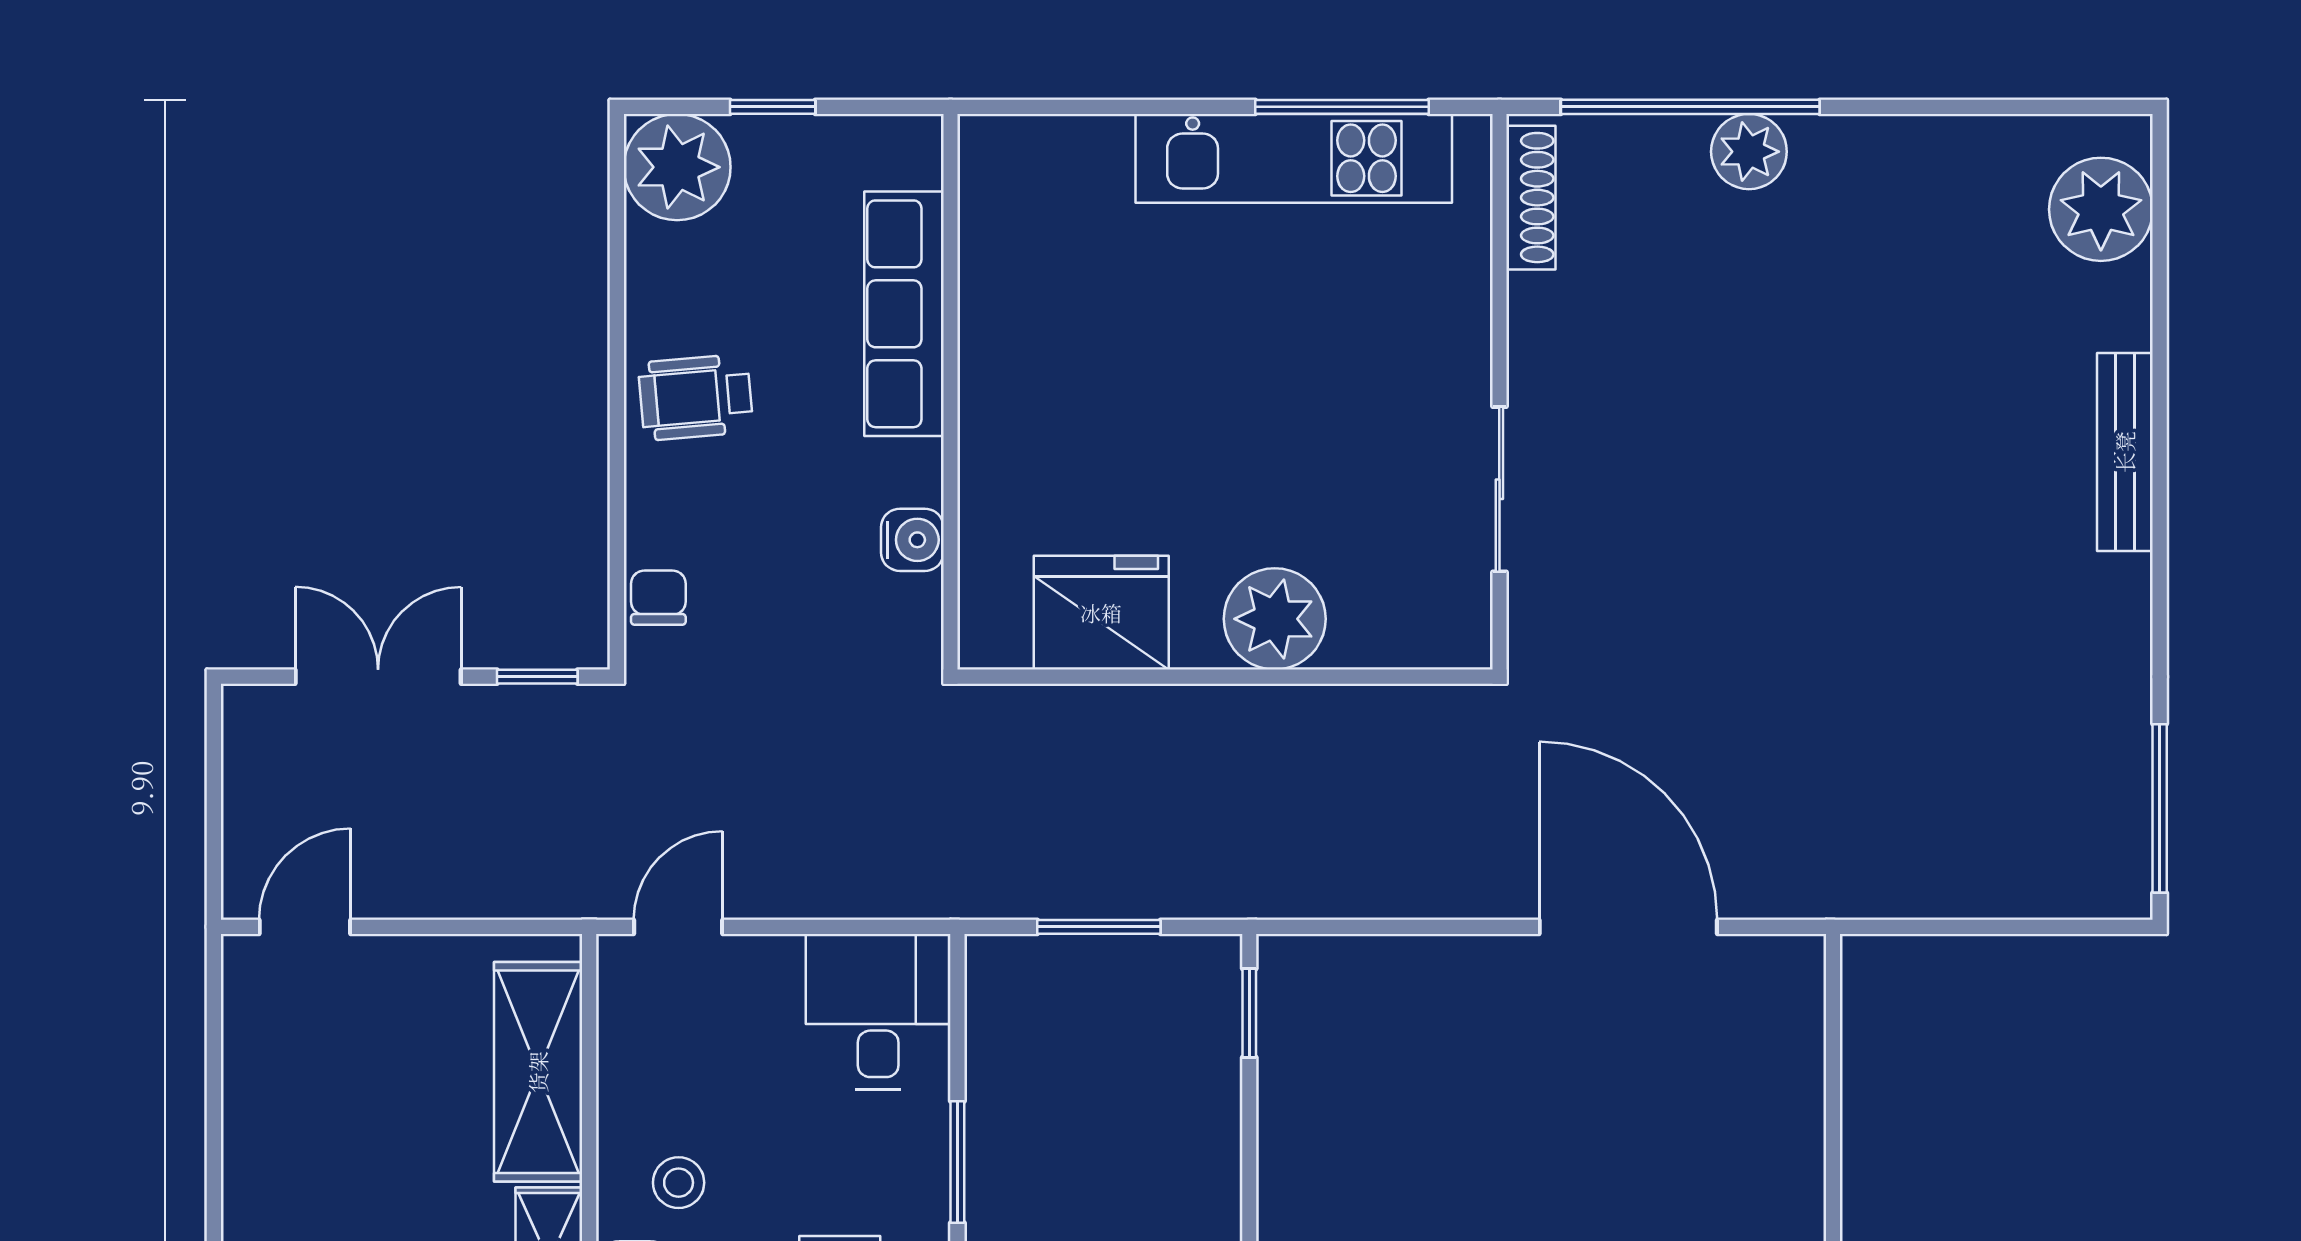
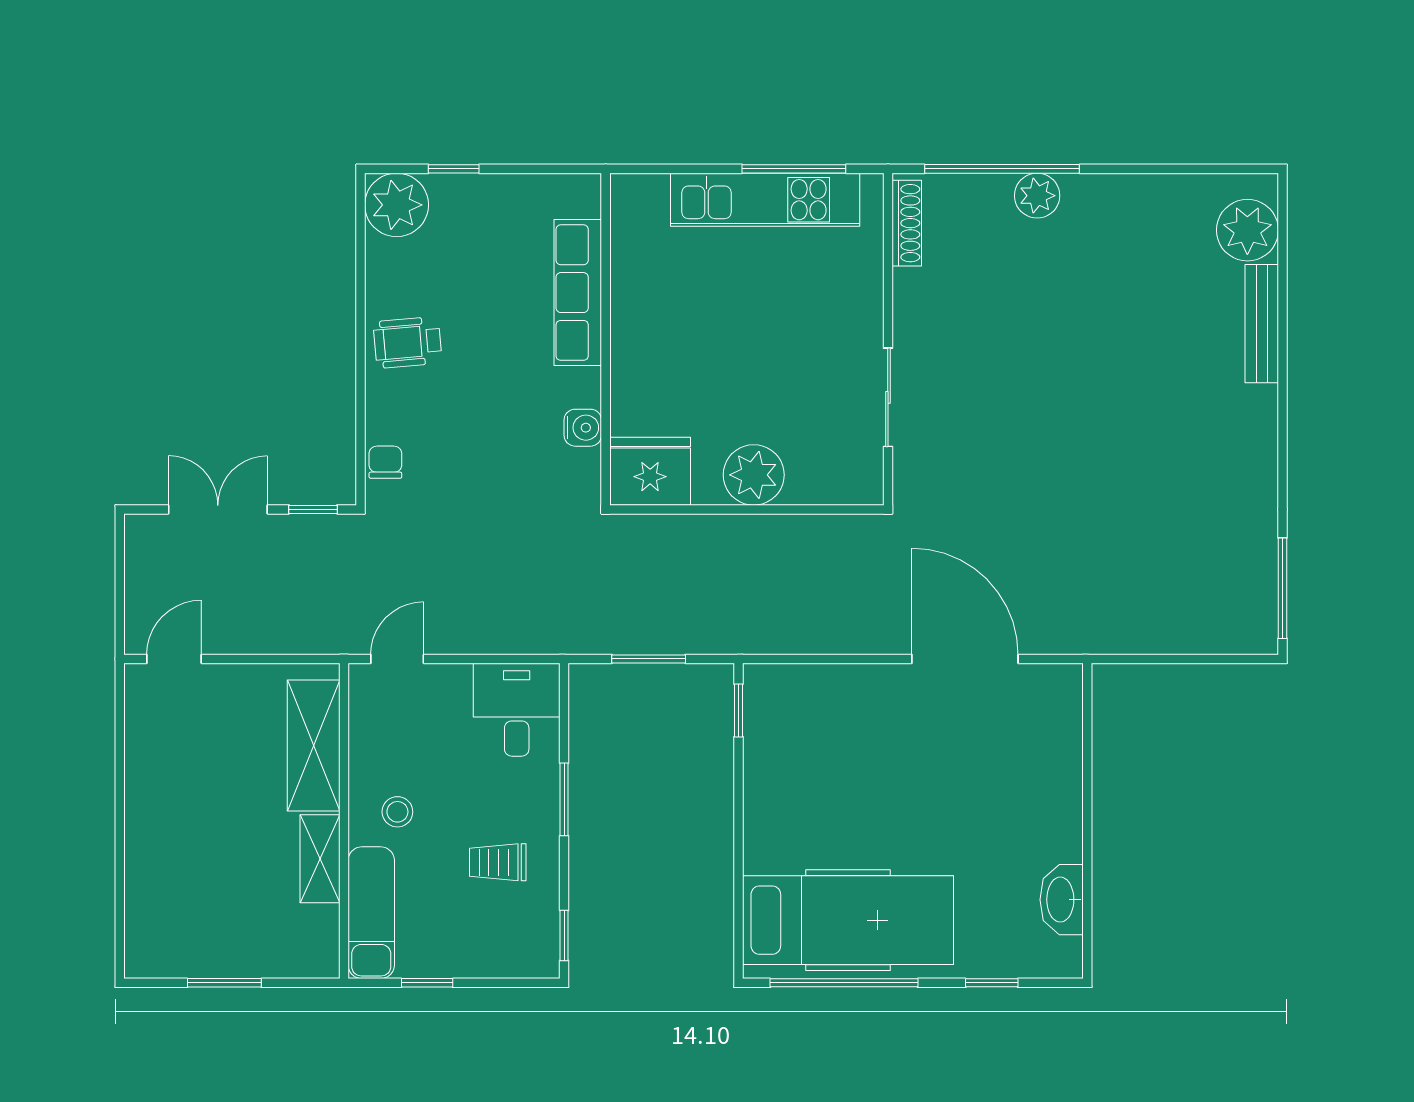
row of seats: (904, 314) -> (578, 293), moved
wall: (950, 392) -> (606, 339), moved
bench: (2125, 452) -> (1262, 324), moved
water cooler: (912, 540) -> (583, 428), moved

